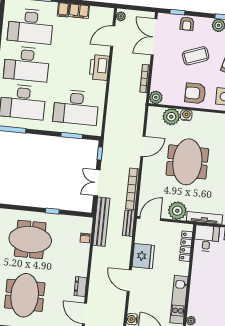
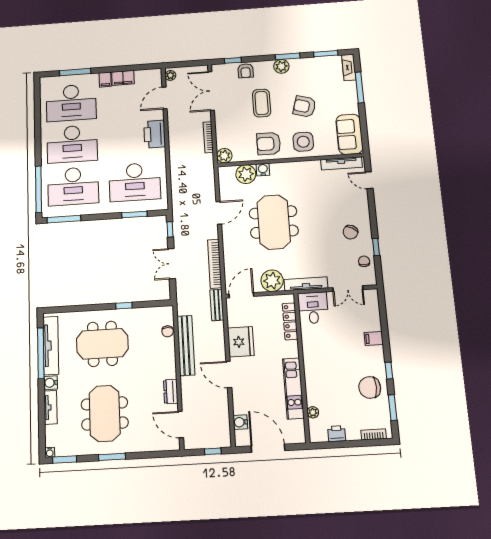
coffee table: (196, 56) -> (262, 103), turned -70
bench: (101, 222) -> (186, 345), moved

